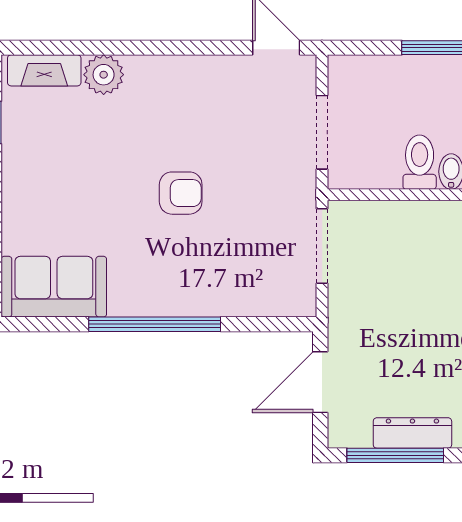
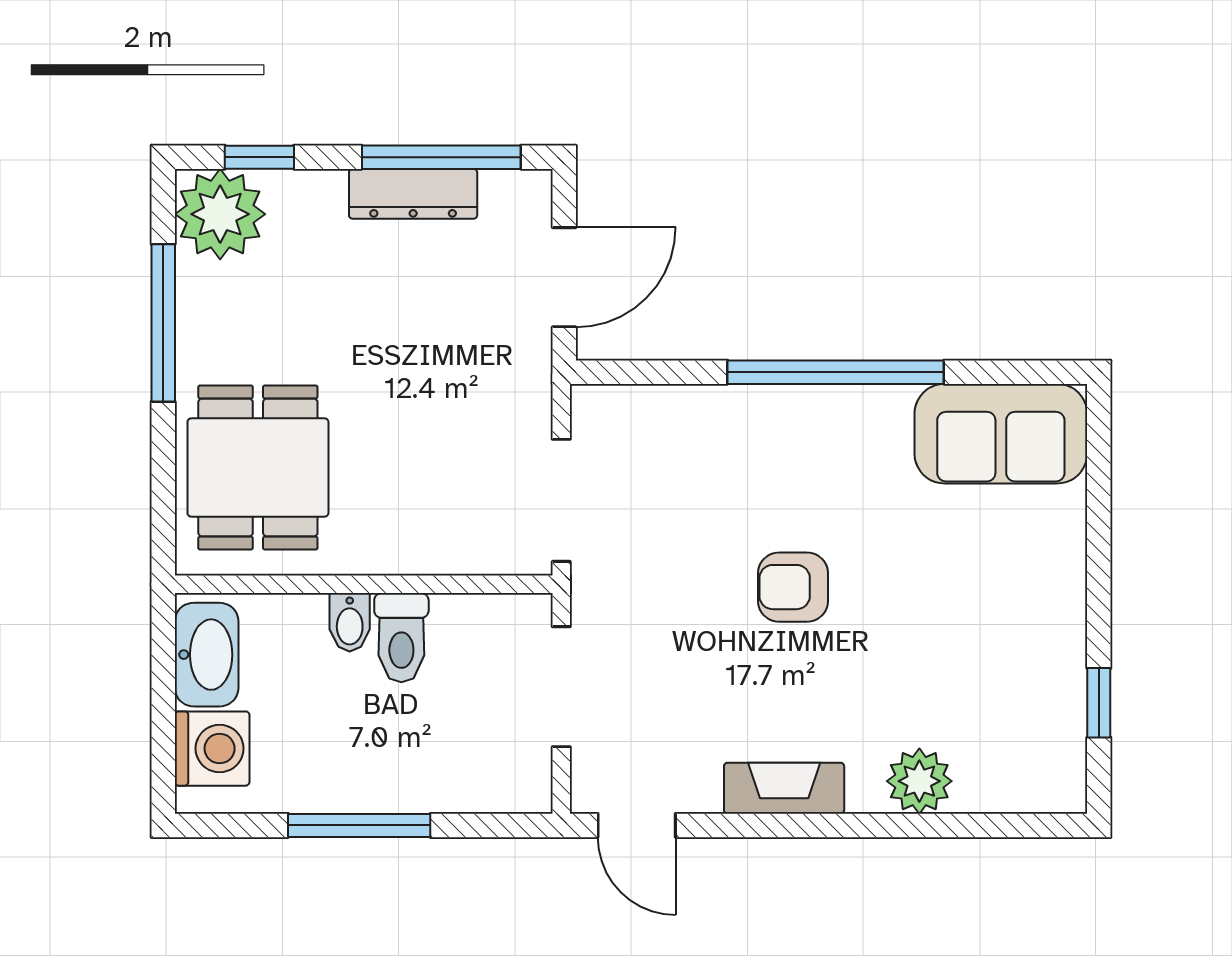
fireplace: (44, 70) -> (784, 788), moved

